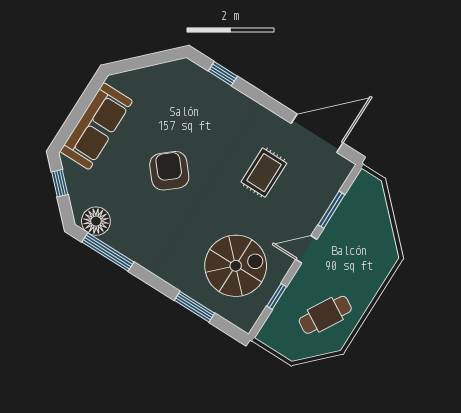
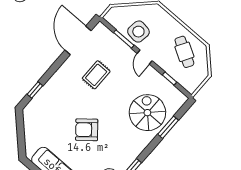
rug: (264, 173) -> (96, 75), turned 90
side table: (348, 232) -> (138, 32), added
spiral stairs: (236, 266) -> (147, 113), moved

